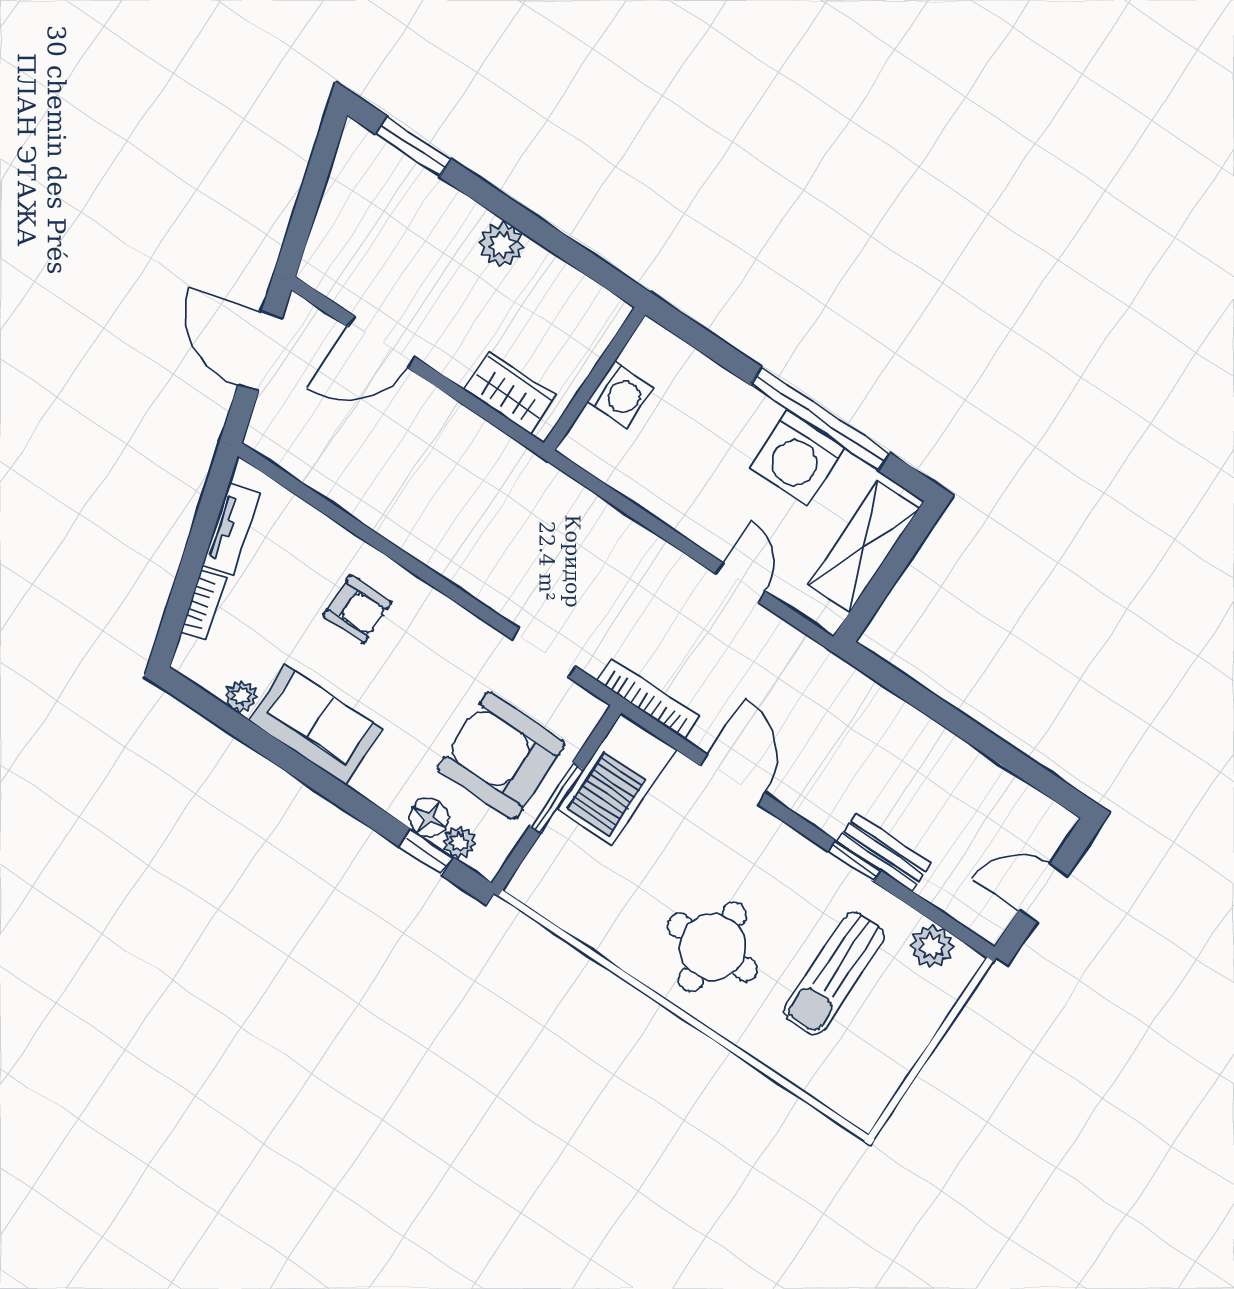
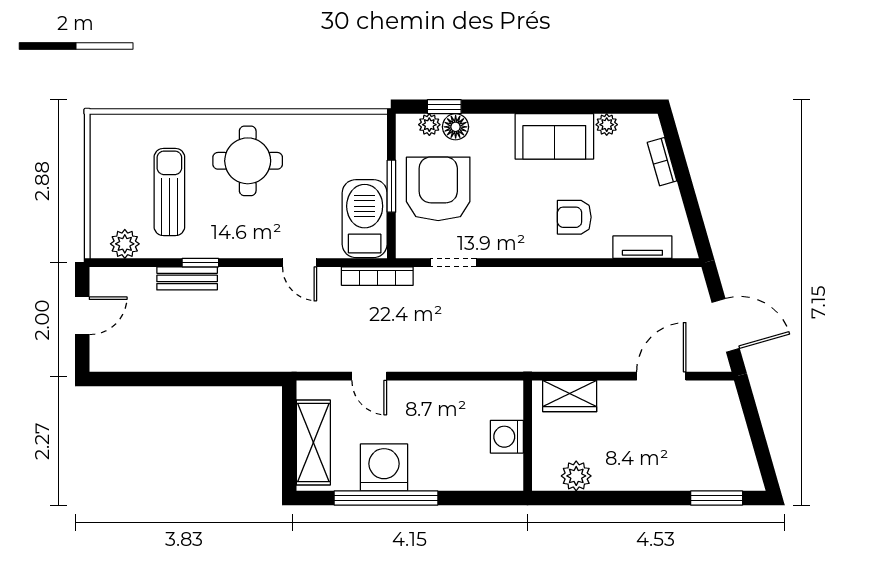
plant: (501, 245) -> (576, 476), moved
tv unit: (231, 530) -> (642, 247), moved, turned 106
armchair: (501, 756) -> (438, 189), turned -90
door: (732, 779) -> (300, 263), width x0.73

